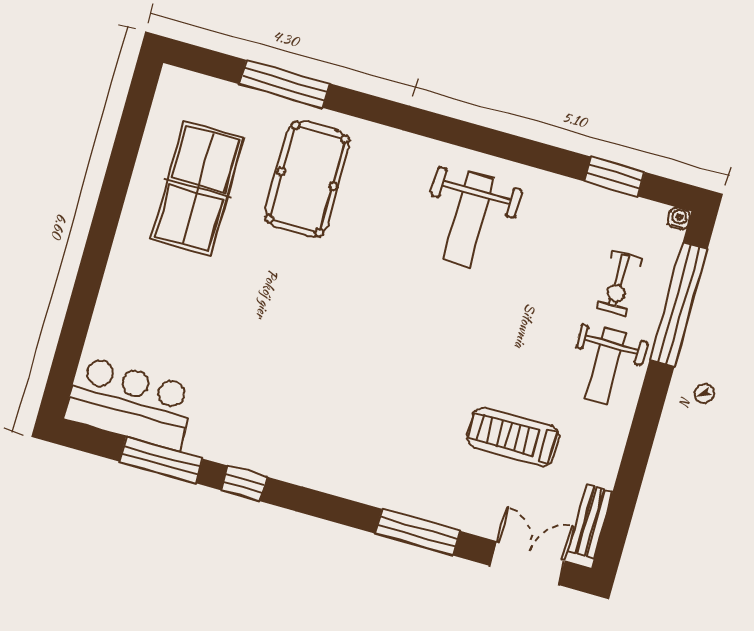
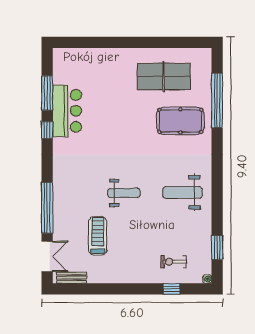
window: (285, 84) -> (217, 100), width x1.46
window: (679, 304) -> (172, 289), width x0.32
weight bench: (606, 367) -> (124, 193), moved, turned 180
bar counter: (130, 403) -> (67, 111), moved
window: (418, 532) -> (47, 208), width x1.46

